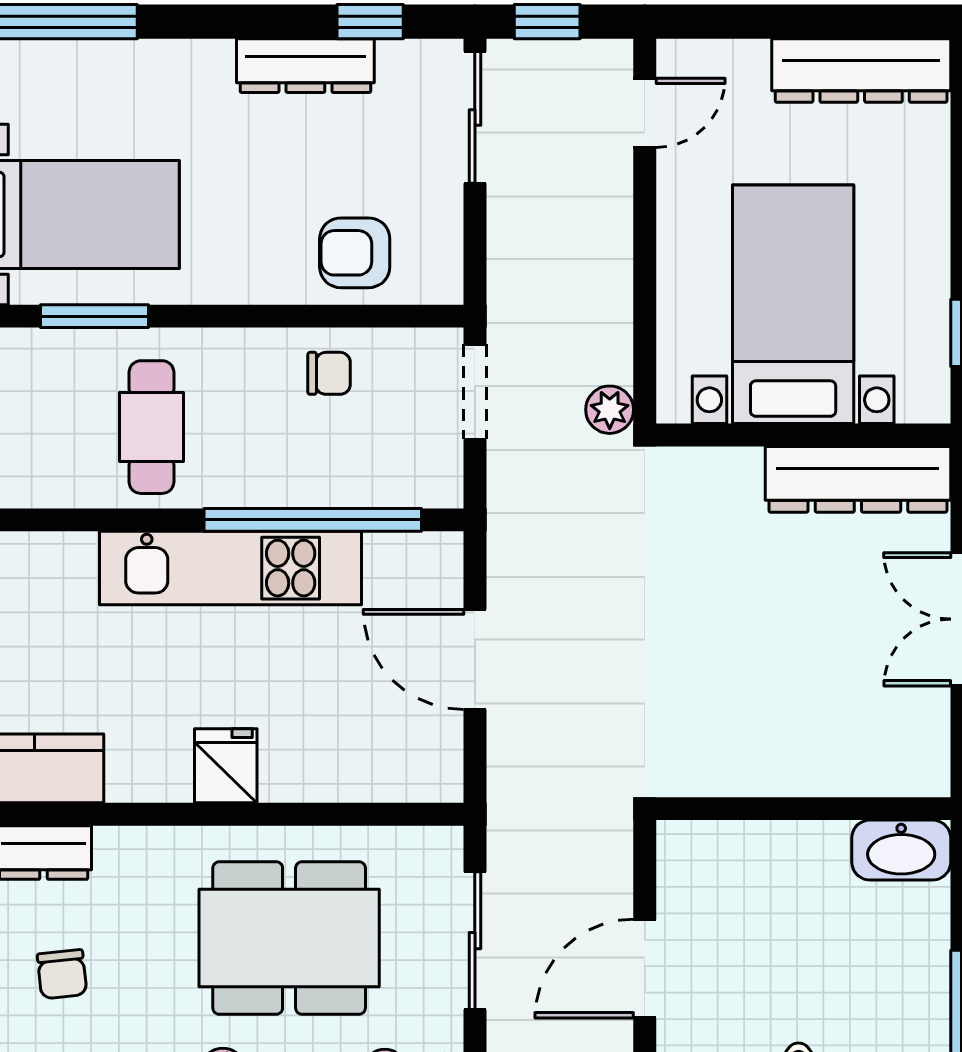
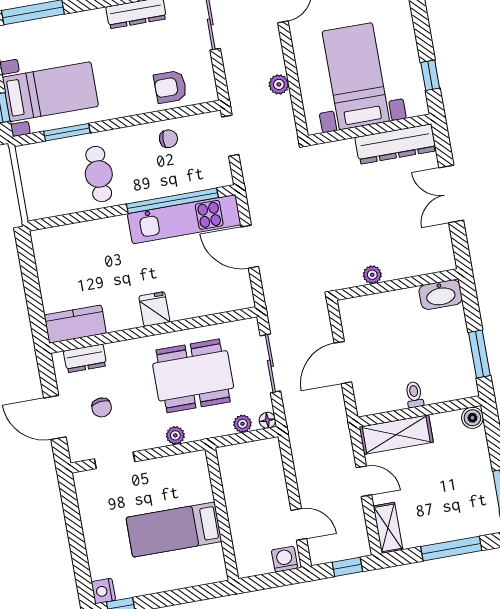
plant: (610, 410) -> (279, 84), moved
kitchen unit: (230, 568) -> (184, 219), moved
plant: (750, 775) -> (372, 275), added

